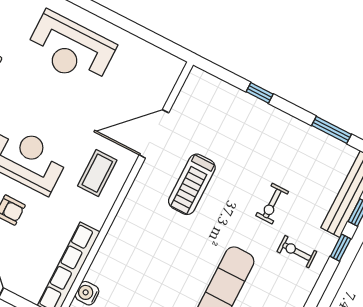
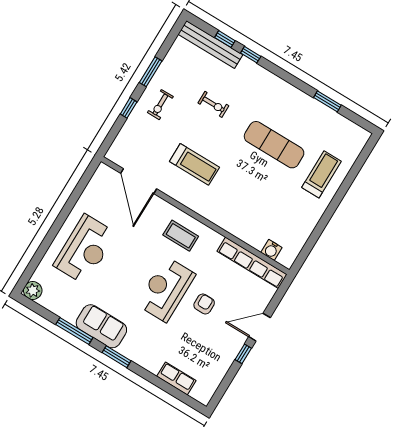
window: (331, 130) -> (151, 72), moved
door: (154, 134) -> (139, 181), moved
exercise bike: (297, 252) -> (160, 105), moved

